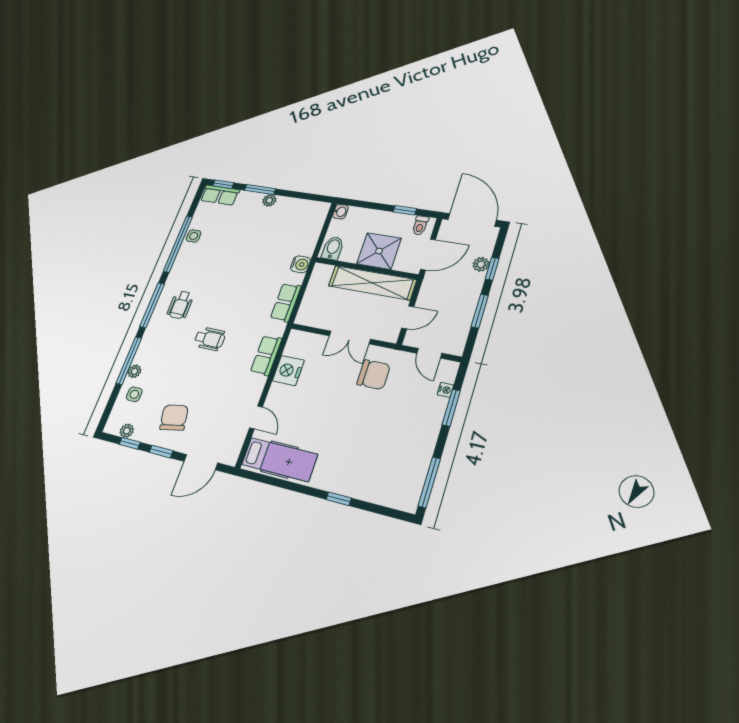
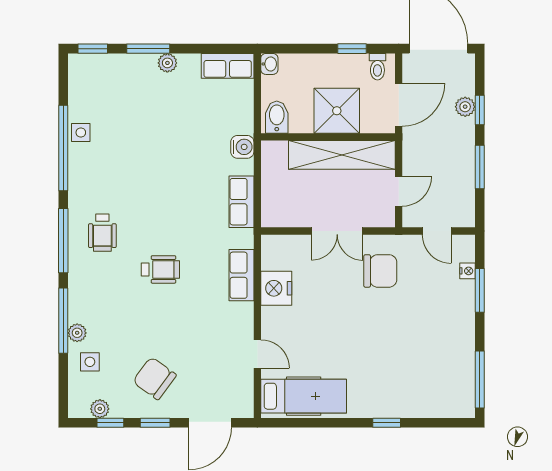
row of seats: (220, 195) -> (228, 66), moved
chair: (174, 418) -> (155, 378), turned -43

